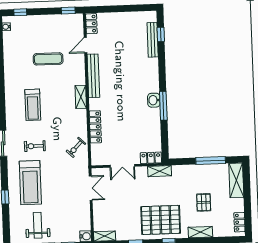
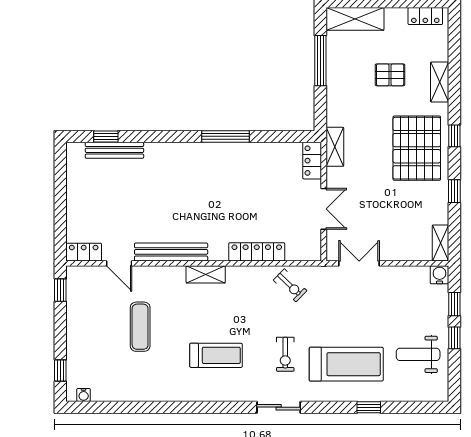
washbasin: (154, 100) -> (216, 152), removed

